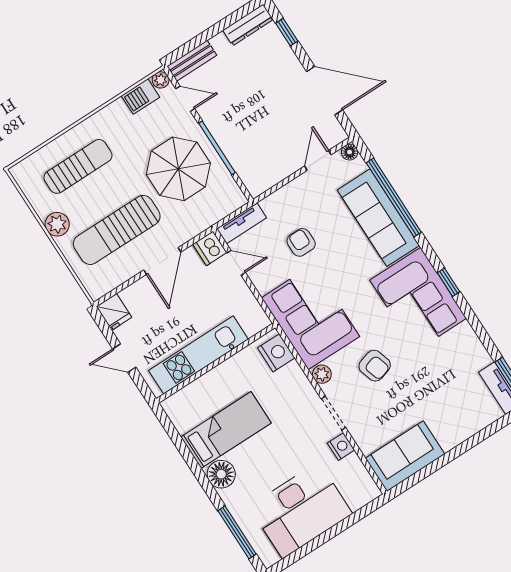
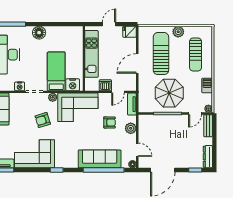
barbecue: (141, 96) -> (207, 85), moved
plant: (287, 197) -> (131, 128), added
dishwasher: (210, 248) -> (105, 85), moved
door: (162, 261) -> (137, 63), hinge flipped
corner sofa: (418, 299) -> (35, 154), moved
bed: (226, 430) -> (56, 71), moved, turned 180

